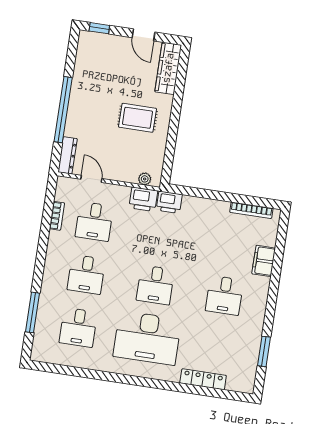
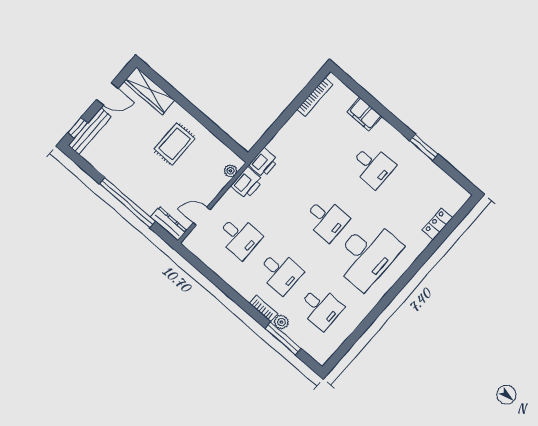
bench: (103, 40) -> (90, 131), added
bookcase: (57, 216) -> (264, 308), moved
plant: (45, 302) -> (281, 322), added
window: (264, 351) -> (424, 147), moved
locker: (203, 379) -> (437, 224), width x0.66

